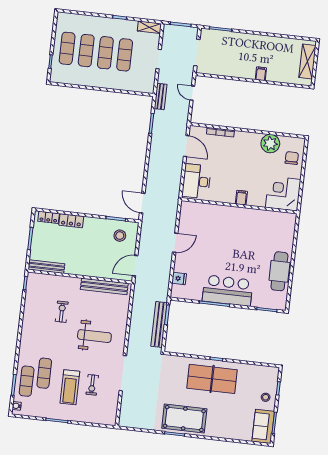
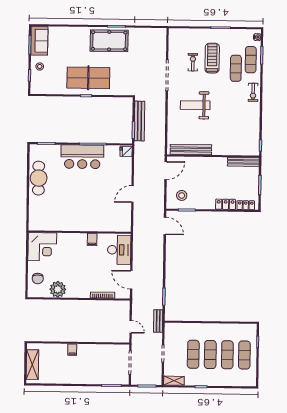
filing cabinet: (241, 198) -> (92, 240), moved
fridge: (179, 278) -> (126, 152), moved
exercise bike: (62, 312) -> (253, 92), moved

